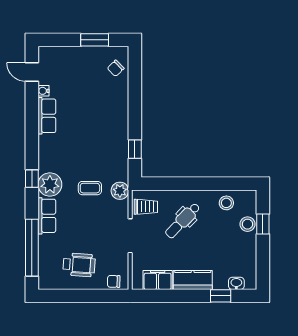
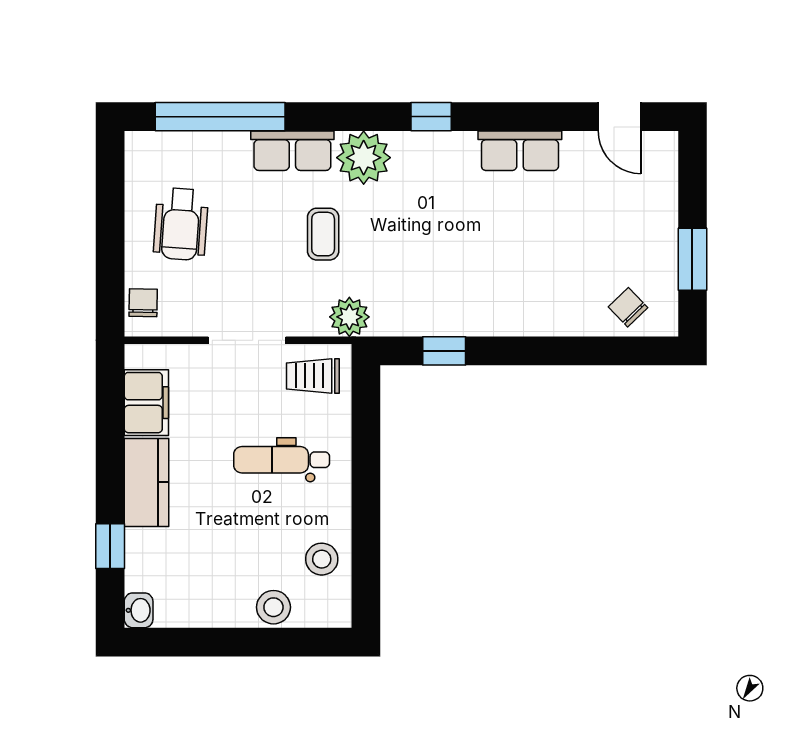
door: (32, 72) -> (619, 117), swing flipped
water cooler: (43, 91) -> (577, 143), removed
window: (32, 179) -> (431, 117), moved
coffee table: (90, 188) -> (323, 234), moved
trolley: (146, 207) -> (313, 376), turned 90
dental chair: (183, 221) -> (282, 460), turned -44
window: (263, 224) -> (274, 642), removed
washbasin: (236, 283) -> (139, 610), moved

